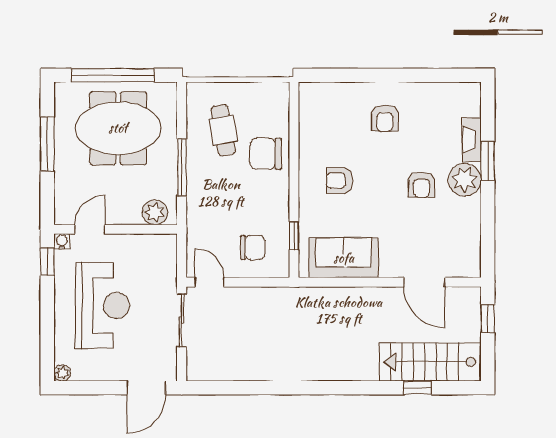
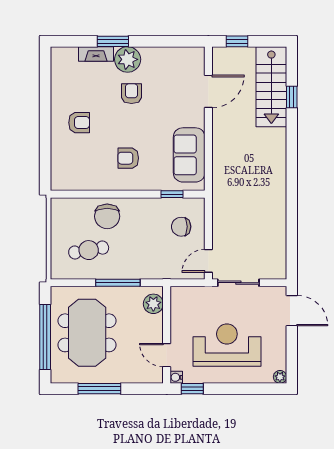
armchair: (340, 181) -> (128, 158), turned 90
armchair: (421, 185) -> (132, 94), turned -90
chair: (253, 248) -> (181, 227), turned -90

